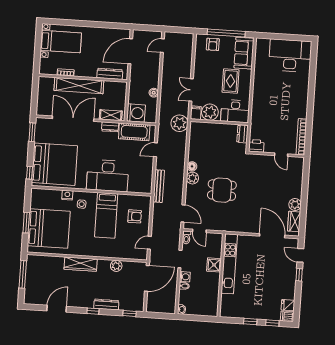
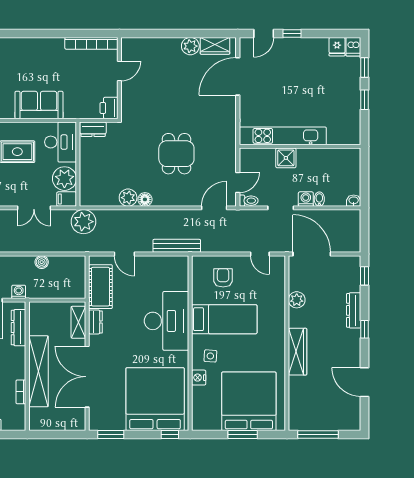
sofa: (262, 98) -> (39, 105), added
washing machine: (136, 113) -> (19, 292), moved, width x0.53, depth x0.53
plant: (192, 178) -> (128, 198), moved

